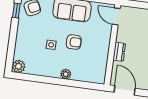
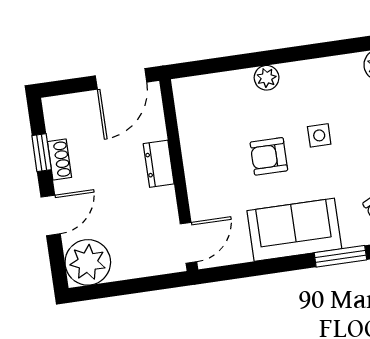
door: (116, 16) -> (189, 243), hinge flipped
door: (125, 90) -> (121, 79), hinge flipped

